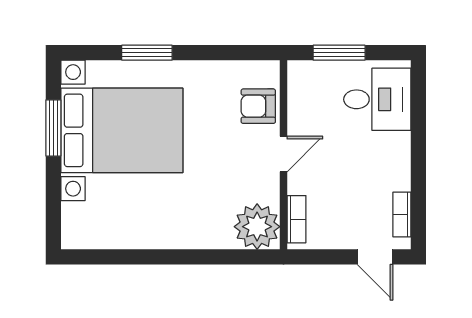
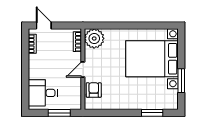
window: (147, 53) -> (152, 113), moved
armchair: (258, 106) -> (94, 90), turned -90
bed with nightstands: (122, 130) -> (152, 59), moved

